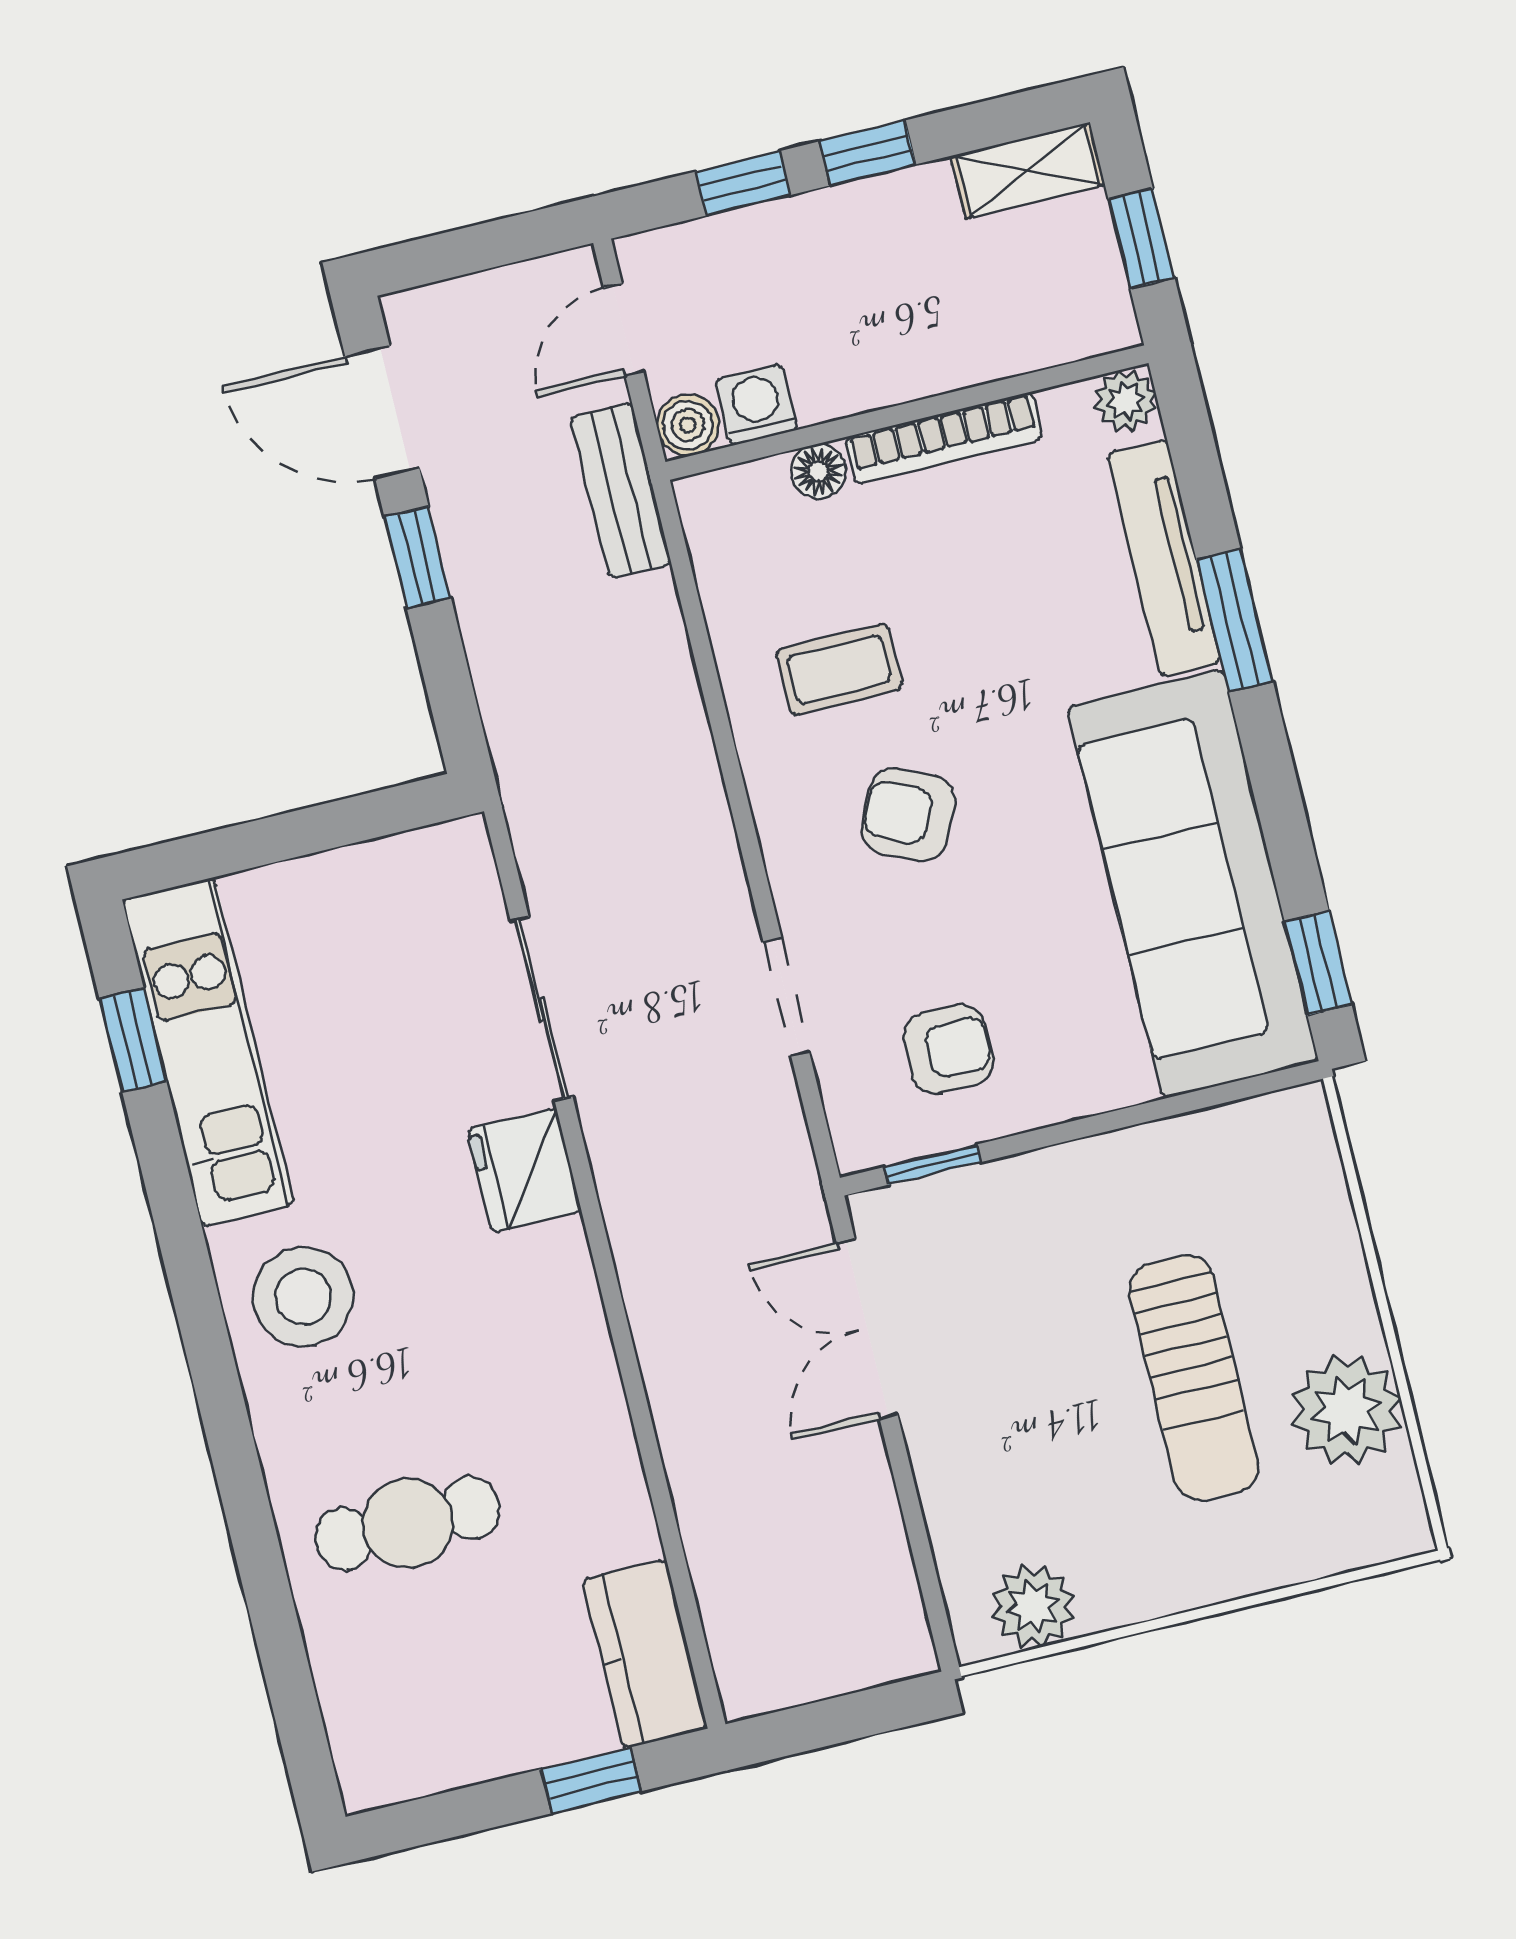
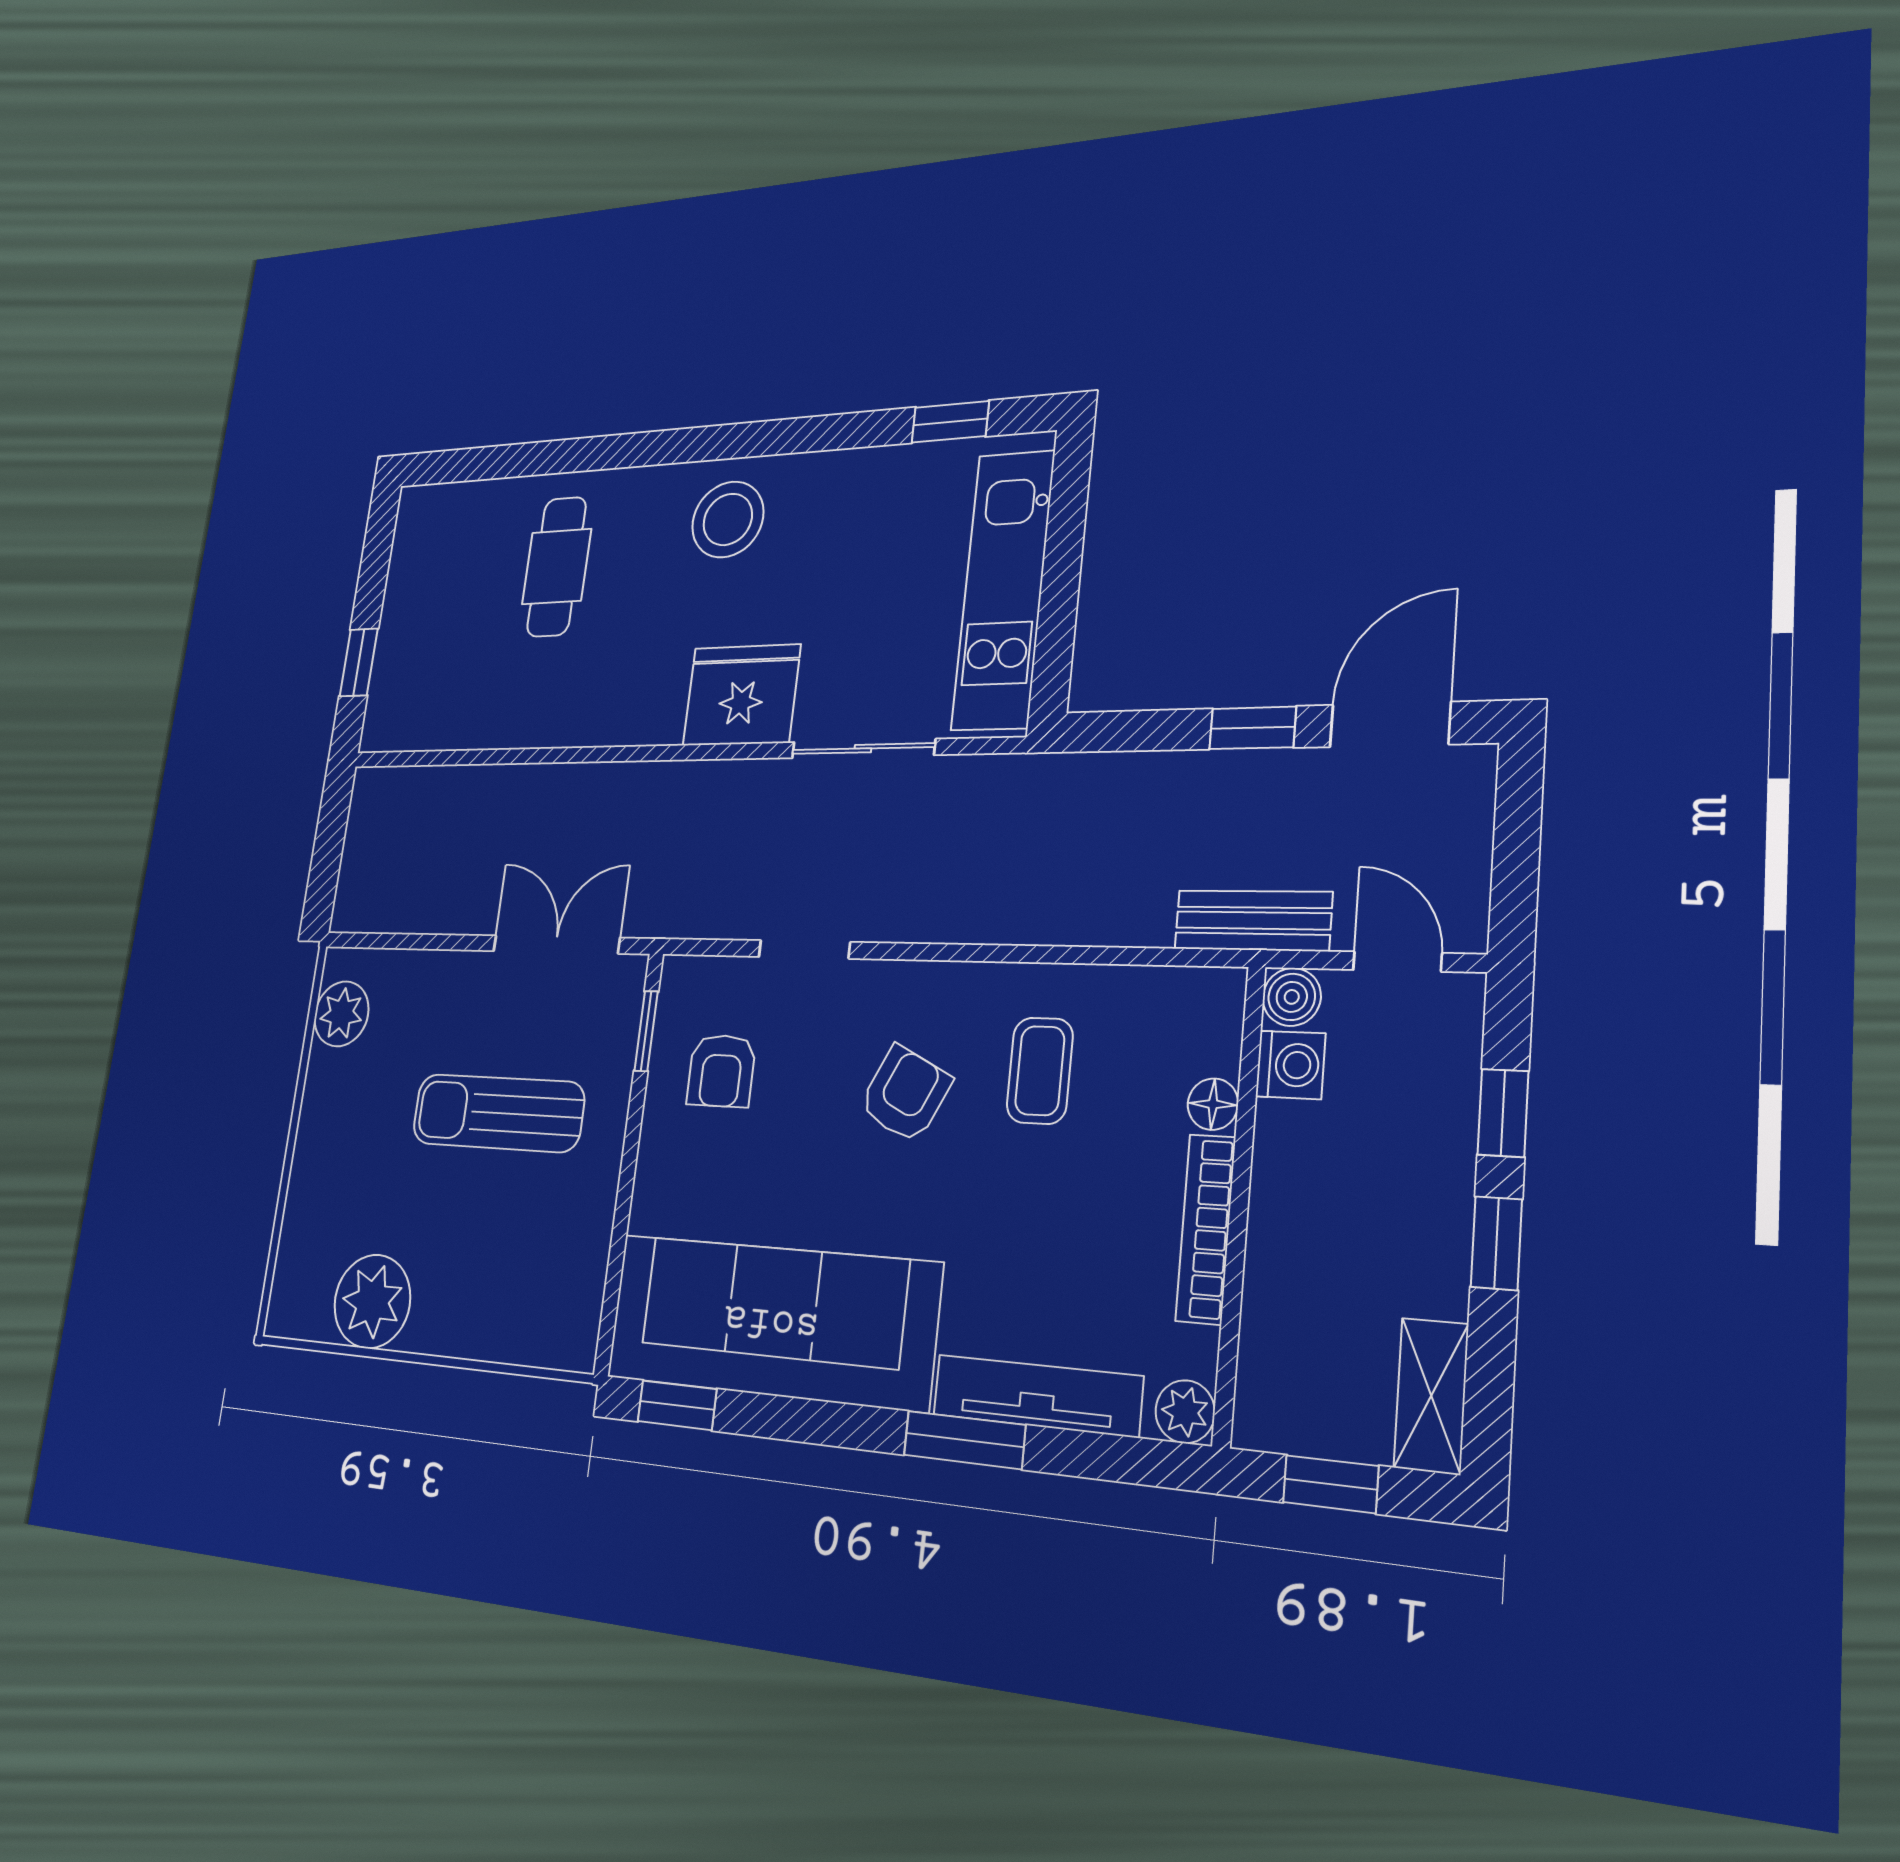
kitchen unit: (208, 1052) -> (1003, 590), moved, turned 90
fridge: (524, 1170) -> (741, 695), width x1.36, depth x1.34
sun lounger: (1194, 1378) -> (498, 1113), moved
kitchen counter: (645, 1654) -> (417, 720), removed

